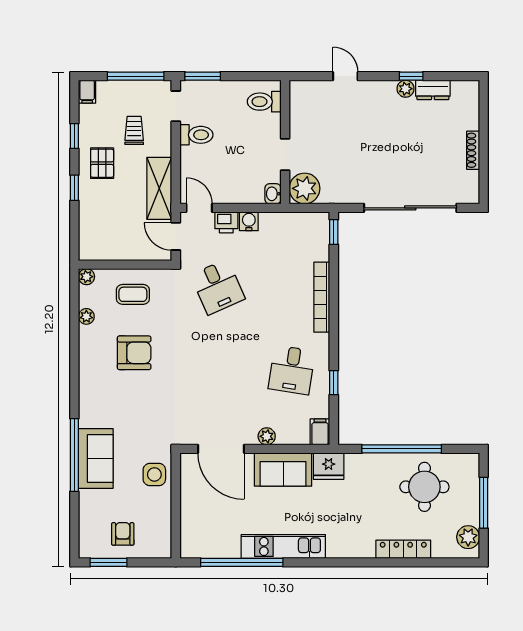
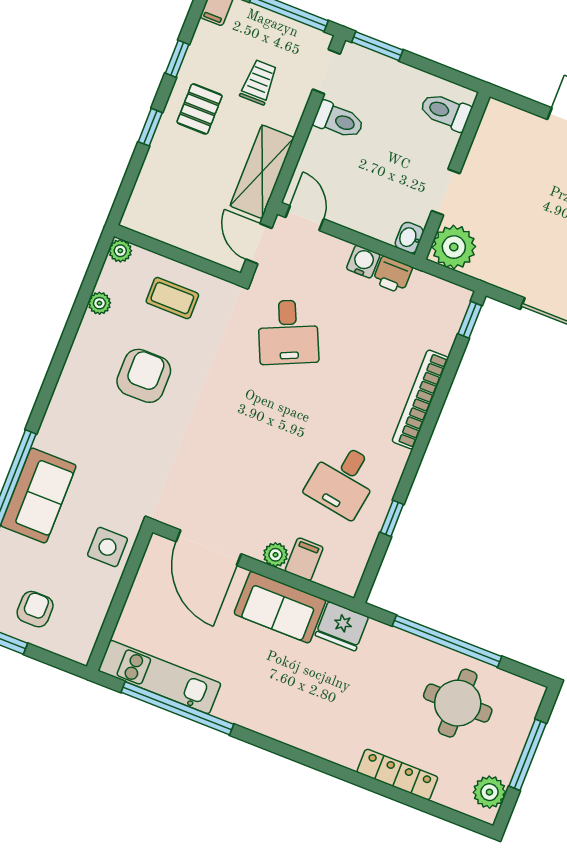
printer: (226, 222) -> (392, 275), moved
armchair: (134, 353) -> (144, 376), turned -90
filing cabinet: (320, 432) -> (304, 559), moved
kitchen unit: (283, 546) -> (159, 677), moved

